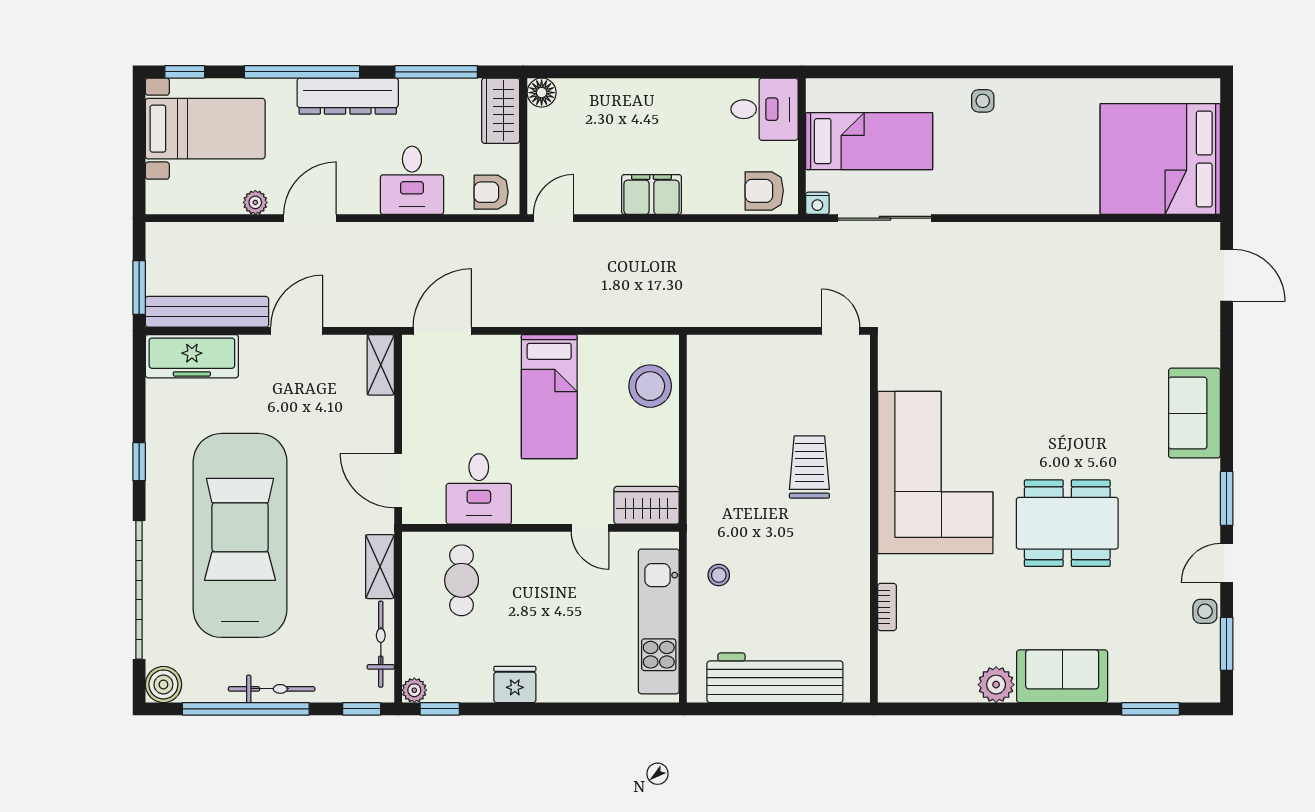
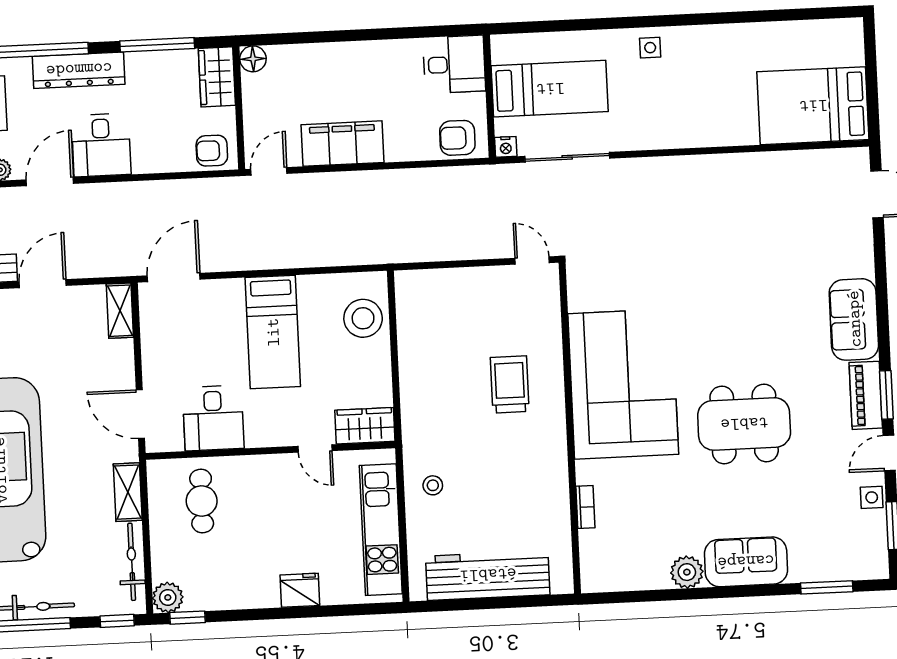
bed: (1160, 159) -> (813, 106), width x0.73
desk: (412, 180) -> (101, 145), moved
filing cabinet: (652, 194) -> (343, 144), width x1.50, depth x1.17
piano: (1204, 498) -> (866, 395), added
fridge: (515, 684) -> (300, 590), moved
plant: (414, 690) -> (168, 597), width x1.38, depth x1.38

